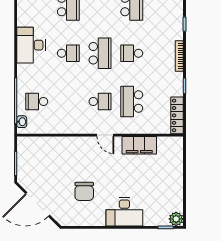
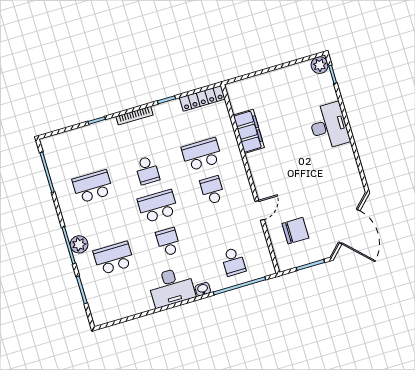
school desk: (132, 102) -> (202, 154), turned 180
washbasin: (22, 122) -> (203, 289), moved
door: (105, 135) -> (260, 210), moved
chair: (84, 191) -> (295, 231), moved

